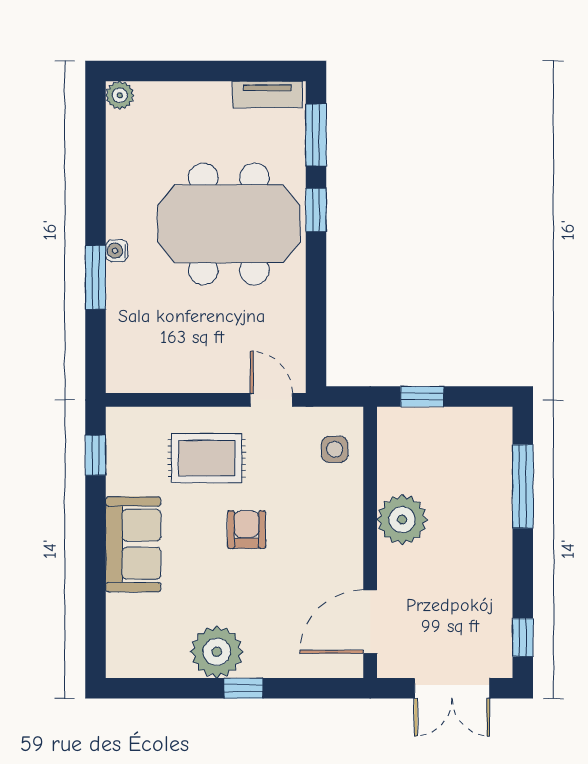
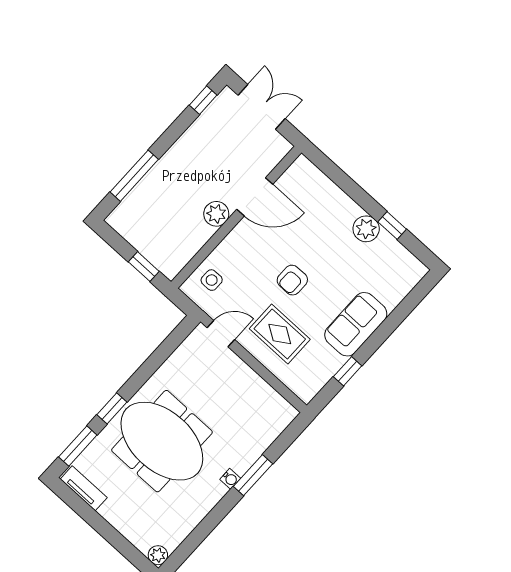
door: (271, 400) -> (221, 334), swing flipped
window: (95, 455) -> (348, 371), moved
plant: (402, 520) -> (216, 214), width x0.73, depth x0.73
door: (370, 622) -> (255, 197), moved
plant: (217, 652) -> (366, 229), width x0.73, depth x0.73
window: (243, 688) -> (392, 226), moved

